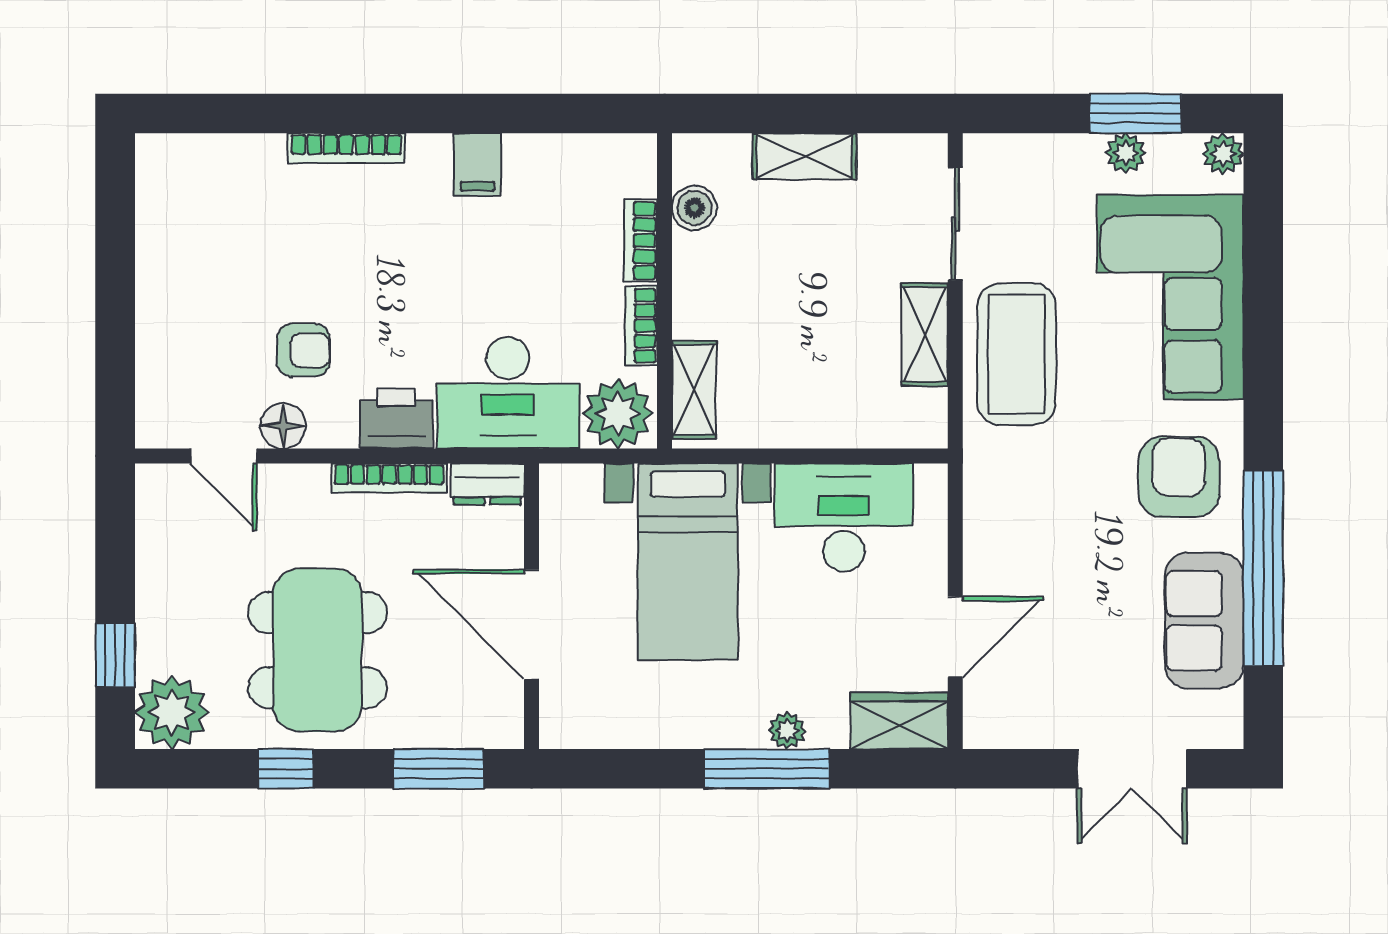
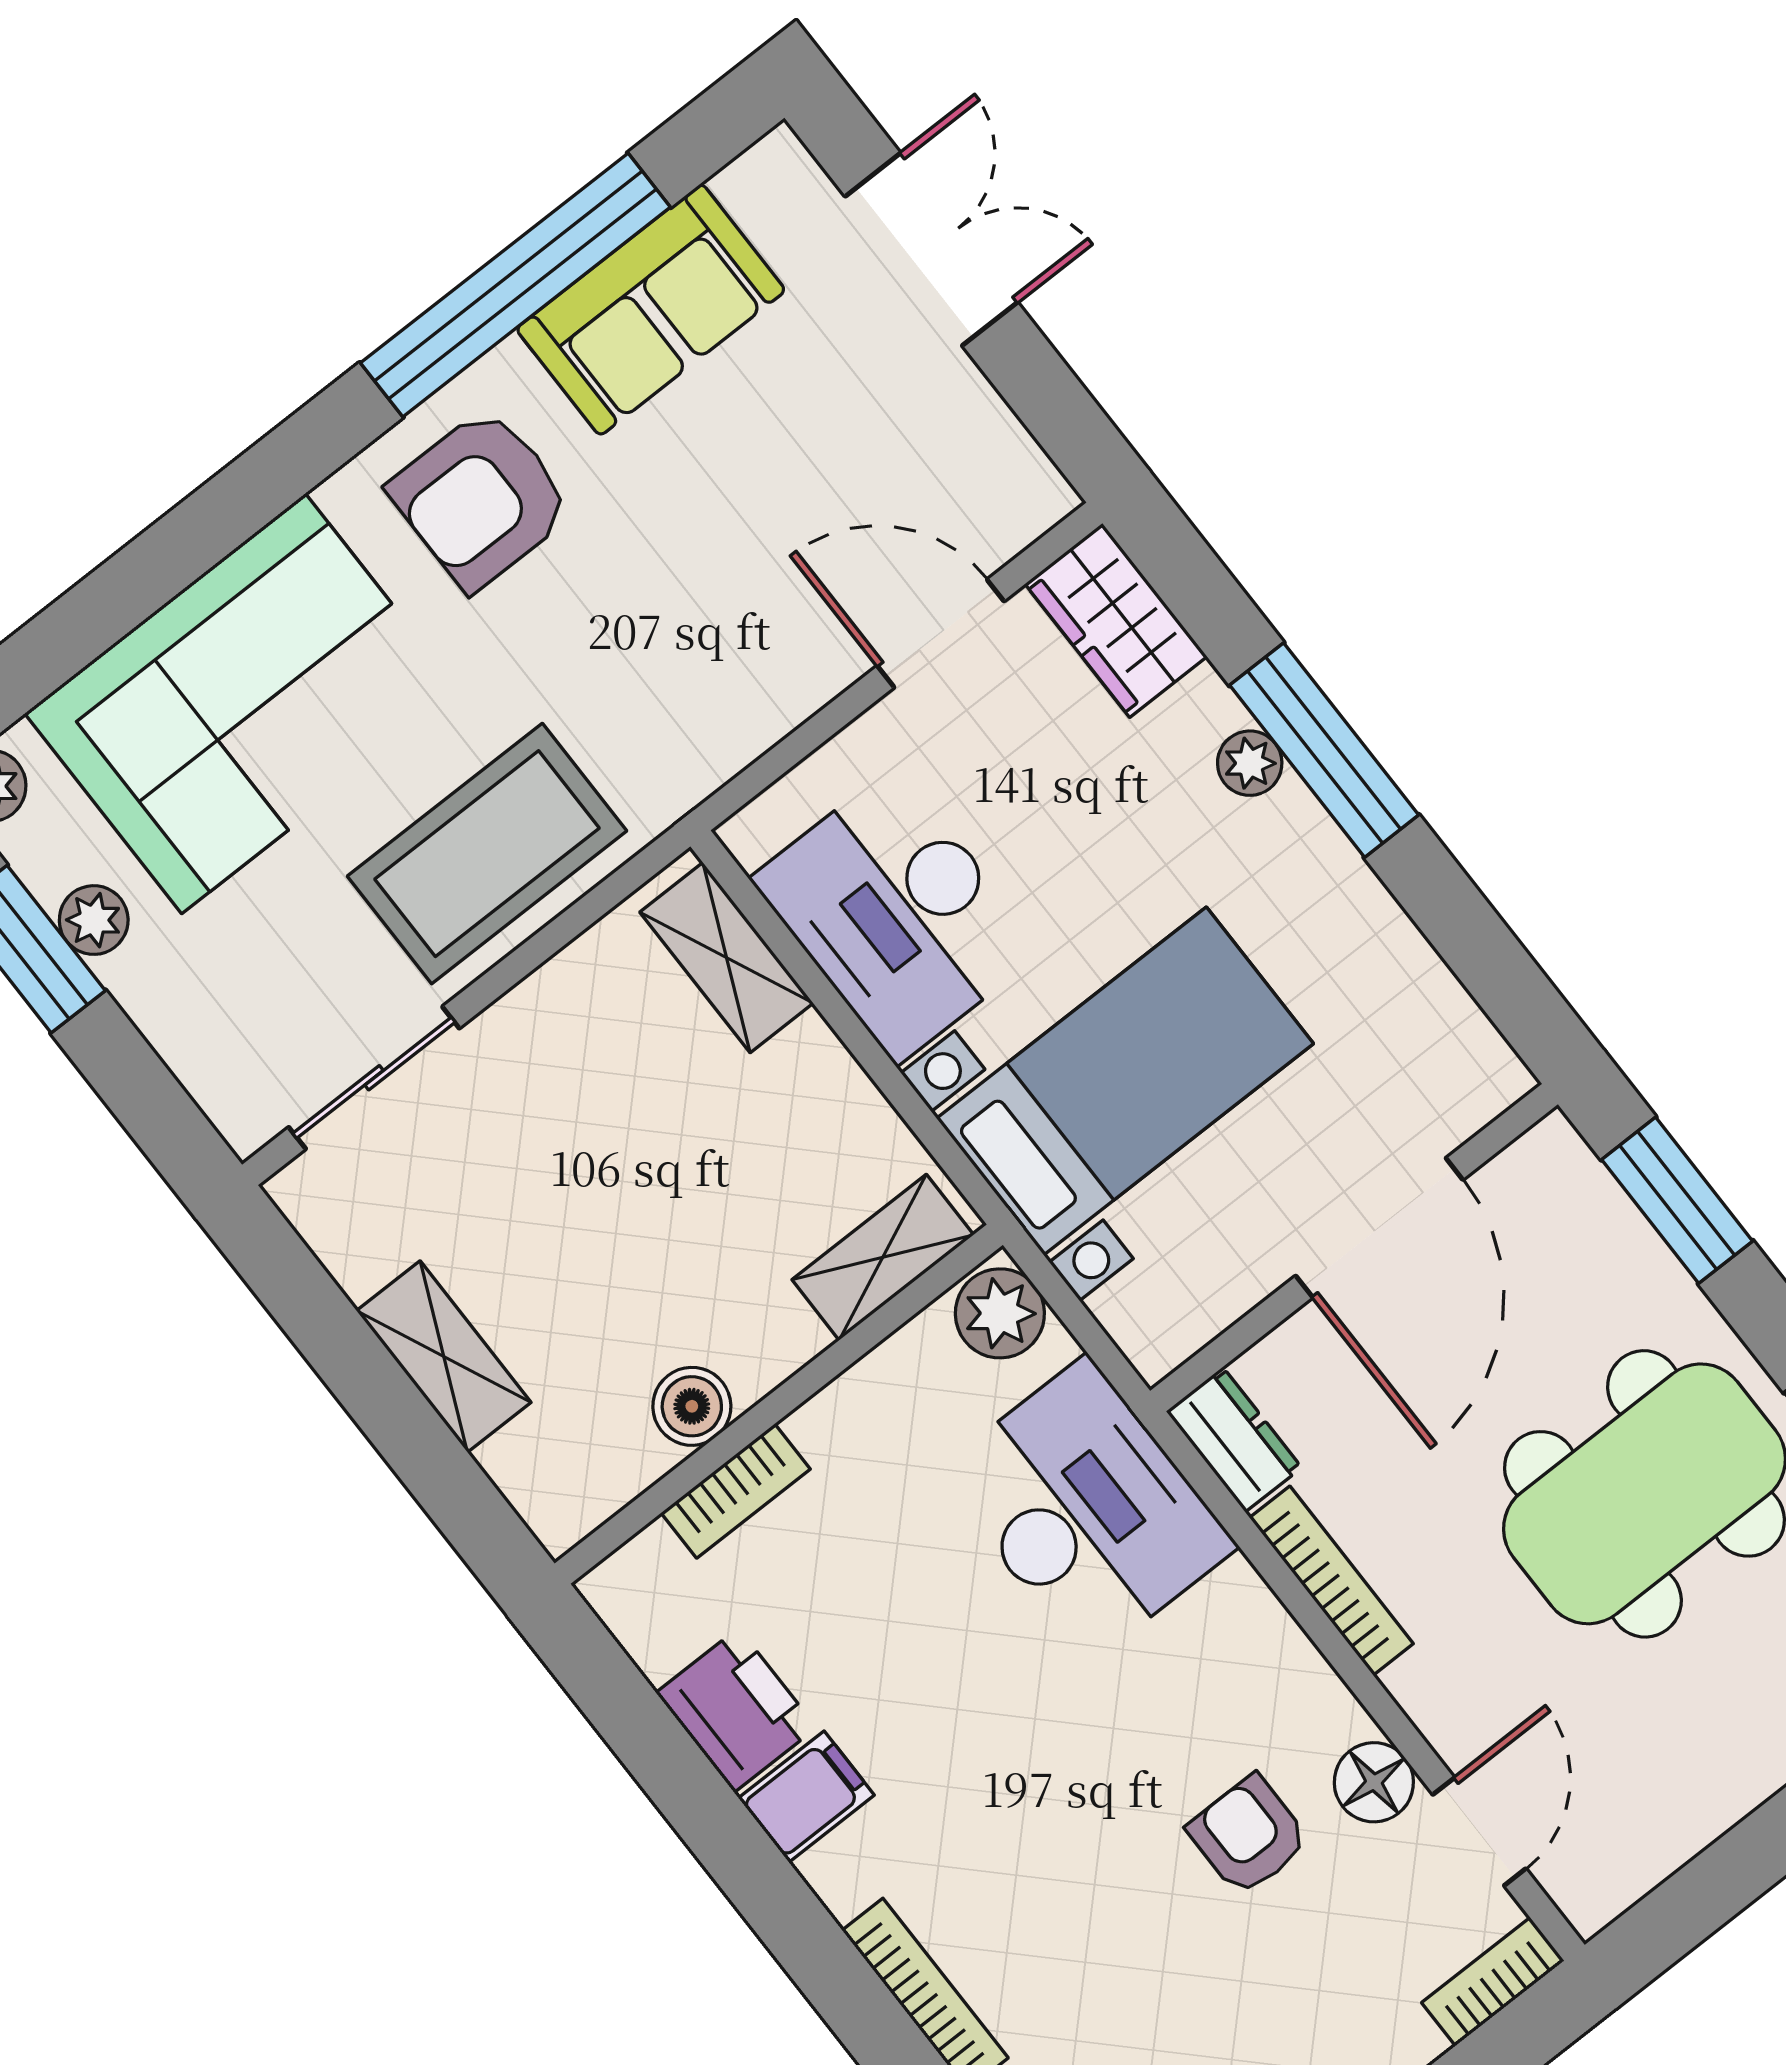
boiler: (694, 208) -> (692, 1406), moved
bookcase: (641, 326) -> (1493, 1982), moved, turned 180
shelving: (925, 335) -> (727, 958), moved, turned 90
plant: (618, 414) -> (1000, 1313), width x0.73, depth x0.73
printer: (396, 418) -> (736, 1710), moved, turned 180

